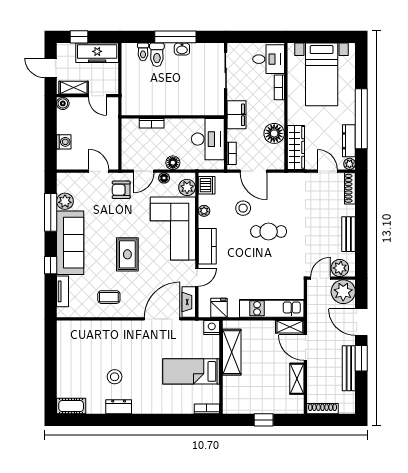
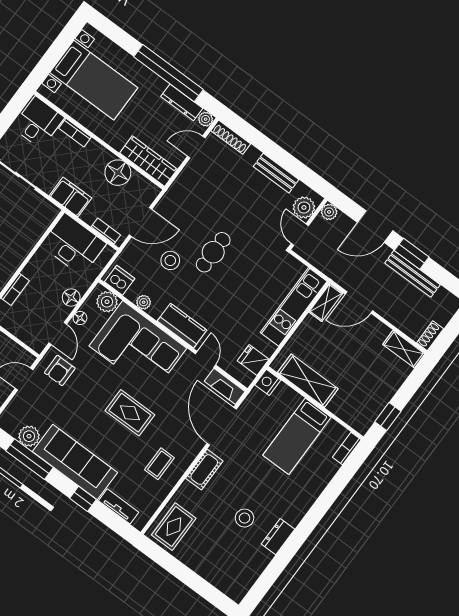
plant: (343, 292) -> (329, 212), width x0.53, depth x0.53
rug: (76, 336) -> (174, 527), added
shelving: (297, 379) -> (404, 349), moved
cot: (71, 406) -> (204, 470), moved
shoe rack: (322, 409) -> (430, 336), width x0.70
window: (264, 420) -> (388, 416), moved

